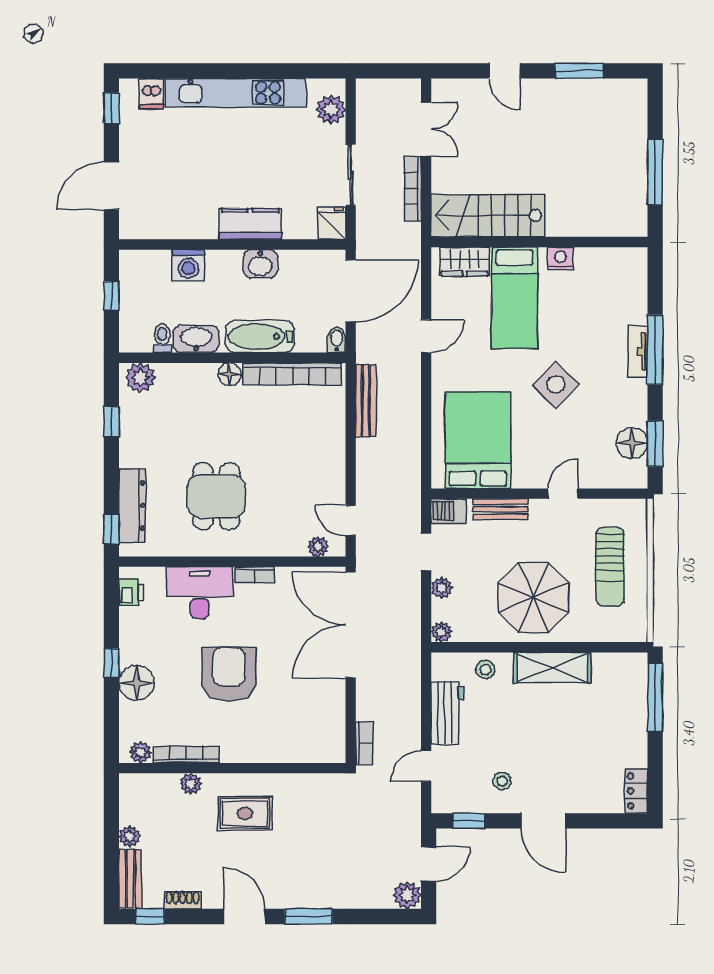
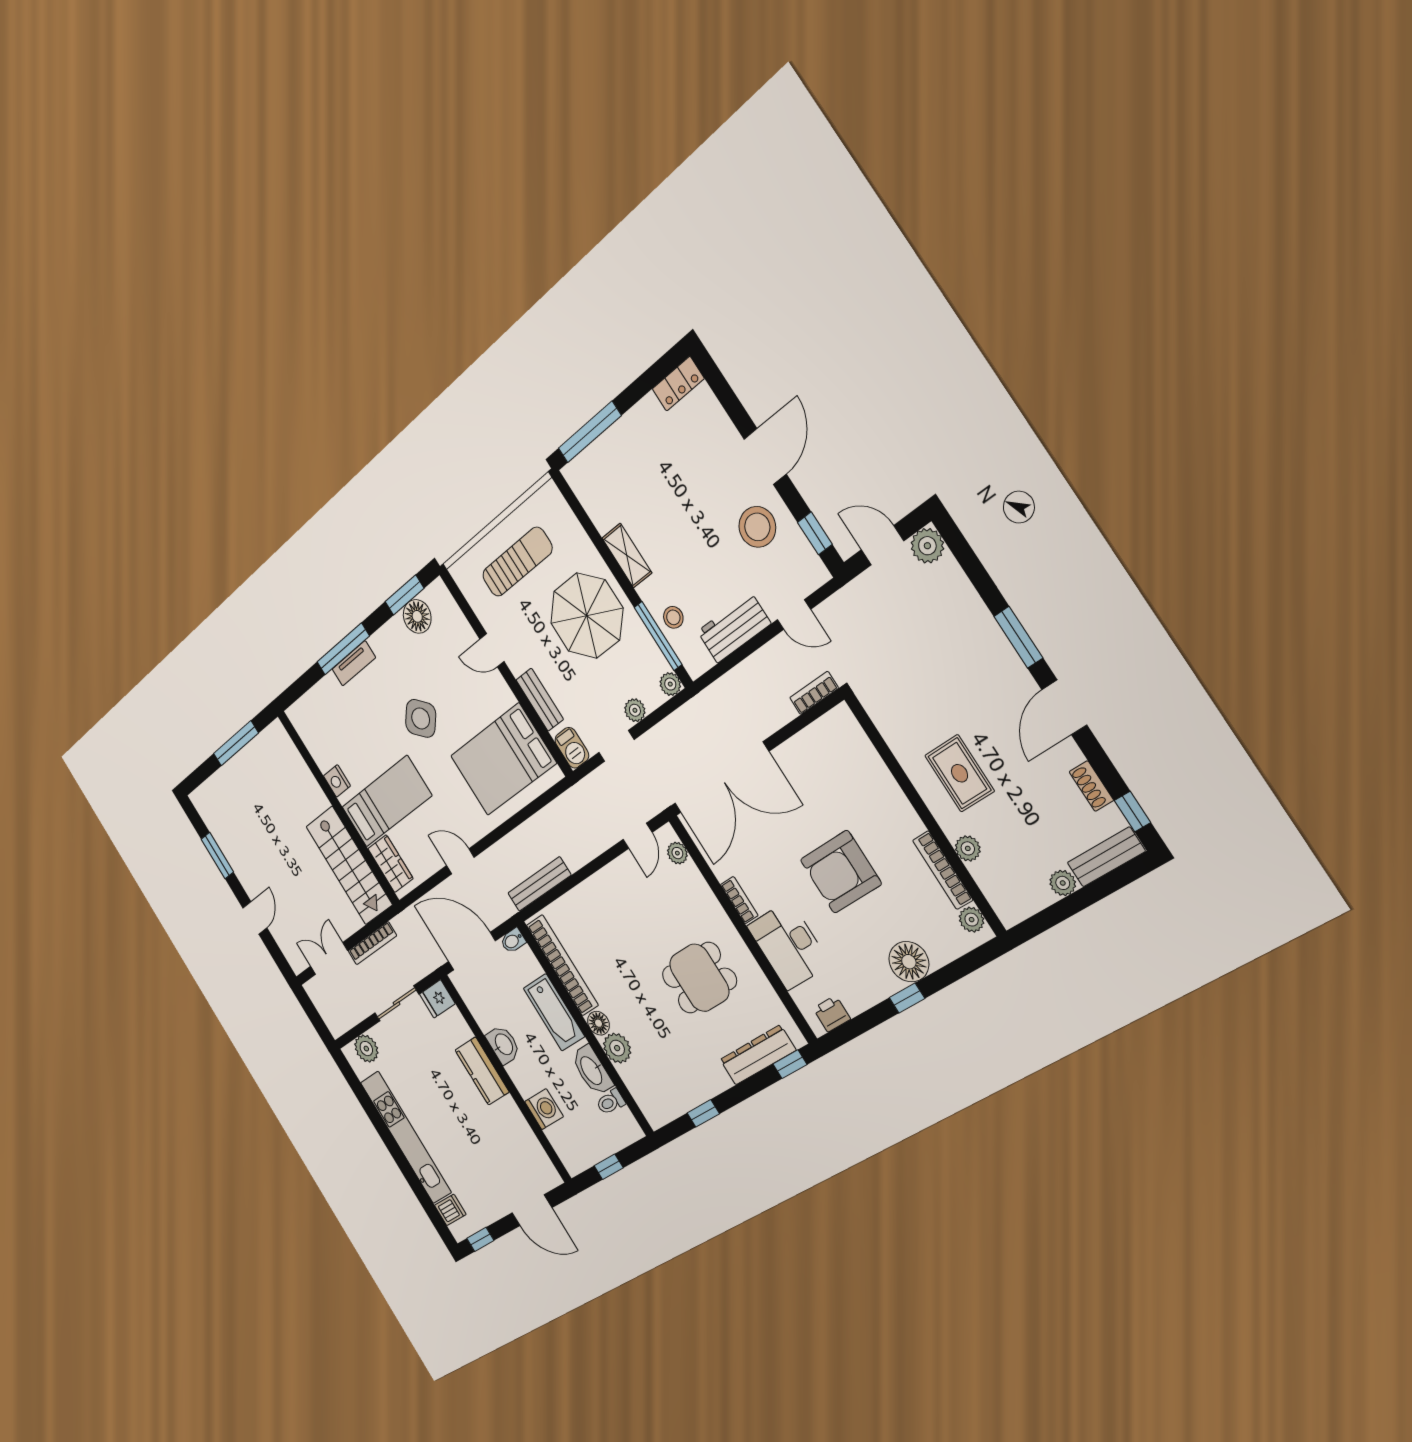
plant: (140, 378) -> (617, 1048), moved
window: (481, 647) -> (658, 636), added
shelving: (552, 668) -> (627, 556), width x0.67, depth x0.75
stool: (502, 781) -> (757, 527), width x1.89, depth x1.89

